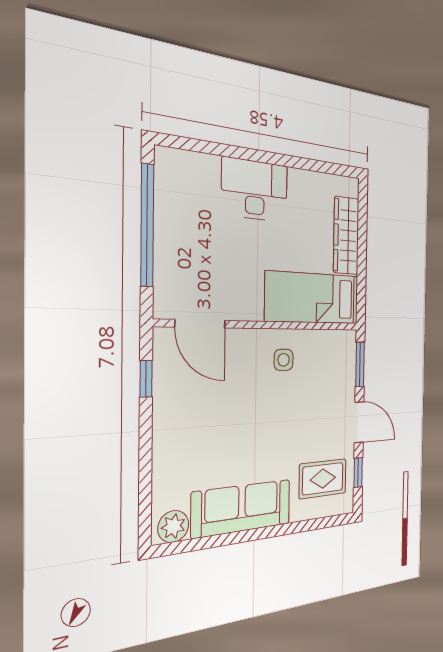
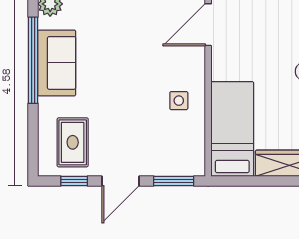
sofa: (242, 508) -> (57, 63), width x0.73
window: (239, 537) -> (33, 60), added

